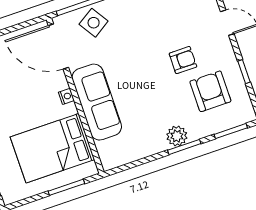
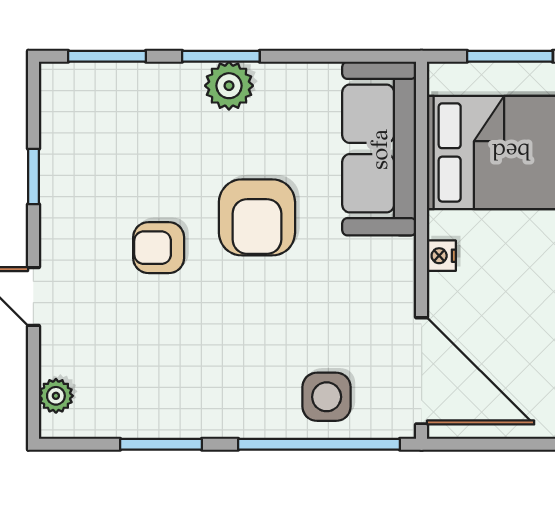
side table: (94, 23) -> (327, 397), turned 33
armchair: (210, 91) -> (257, 217), moved
sofa: (97, 102) -> (379, 149), moved

